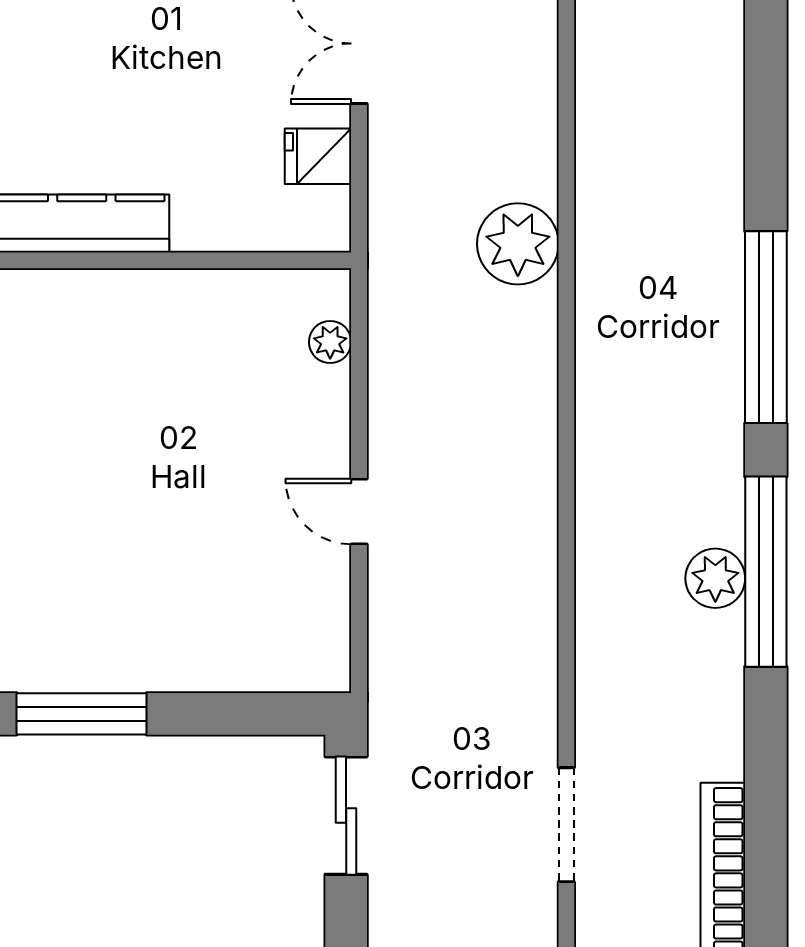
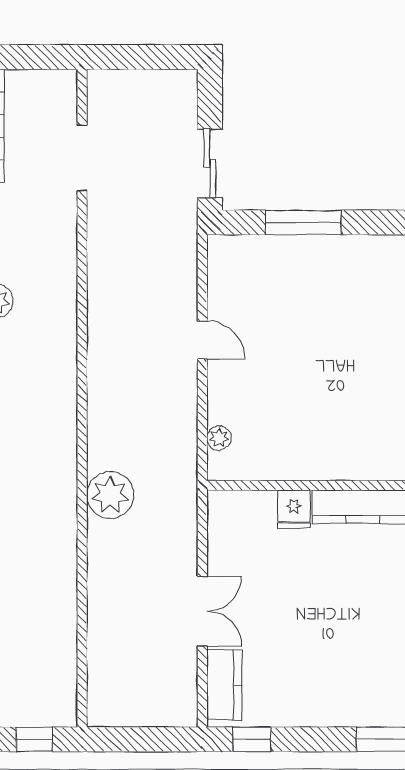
fridge: (318, 156) -> (294, 509), moved, turned 90
window: (82, 714) -> (303, 222), moved

